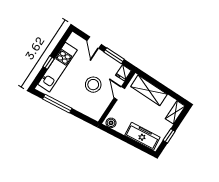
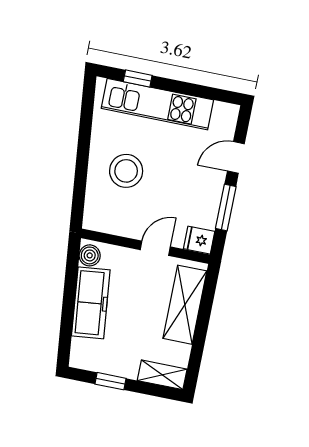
window: (49, 63) -> (138, 78), moved
stool: (93, 85) -> (126, 171), moved
window: (57, 104) -> (85, 133), removed
freezer: (142, 136) -> (91, 303), moved

